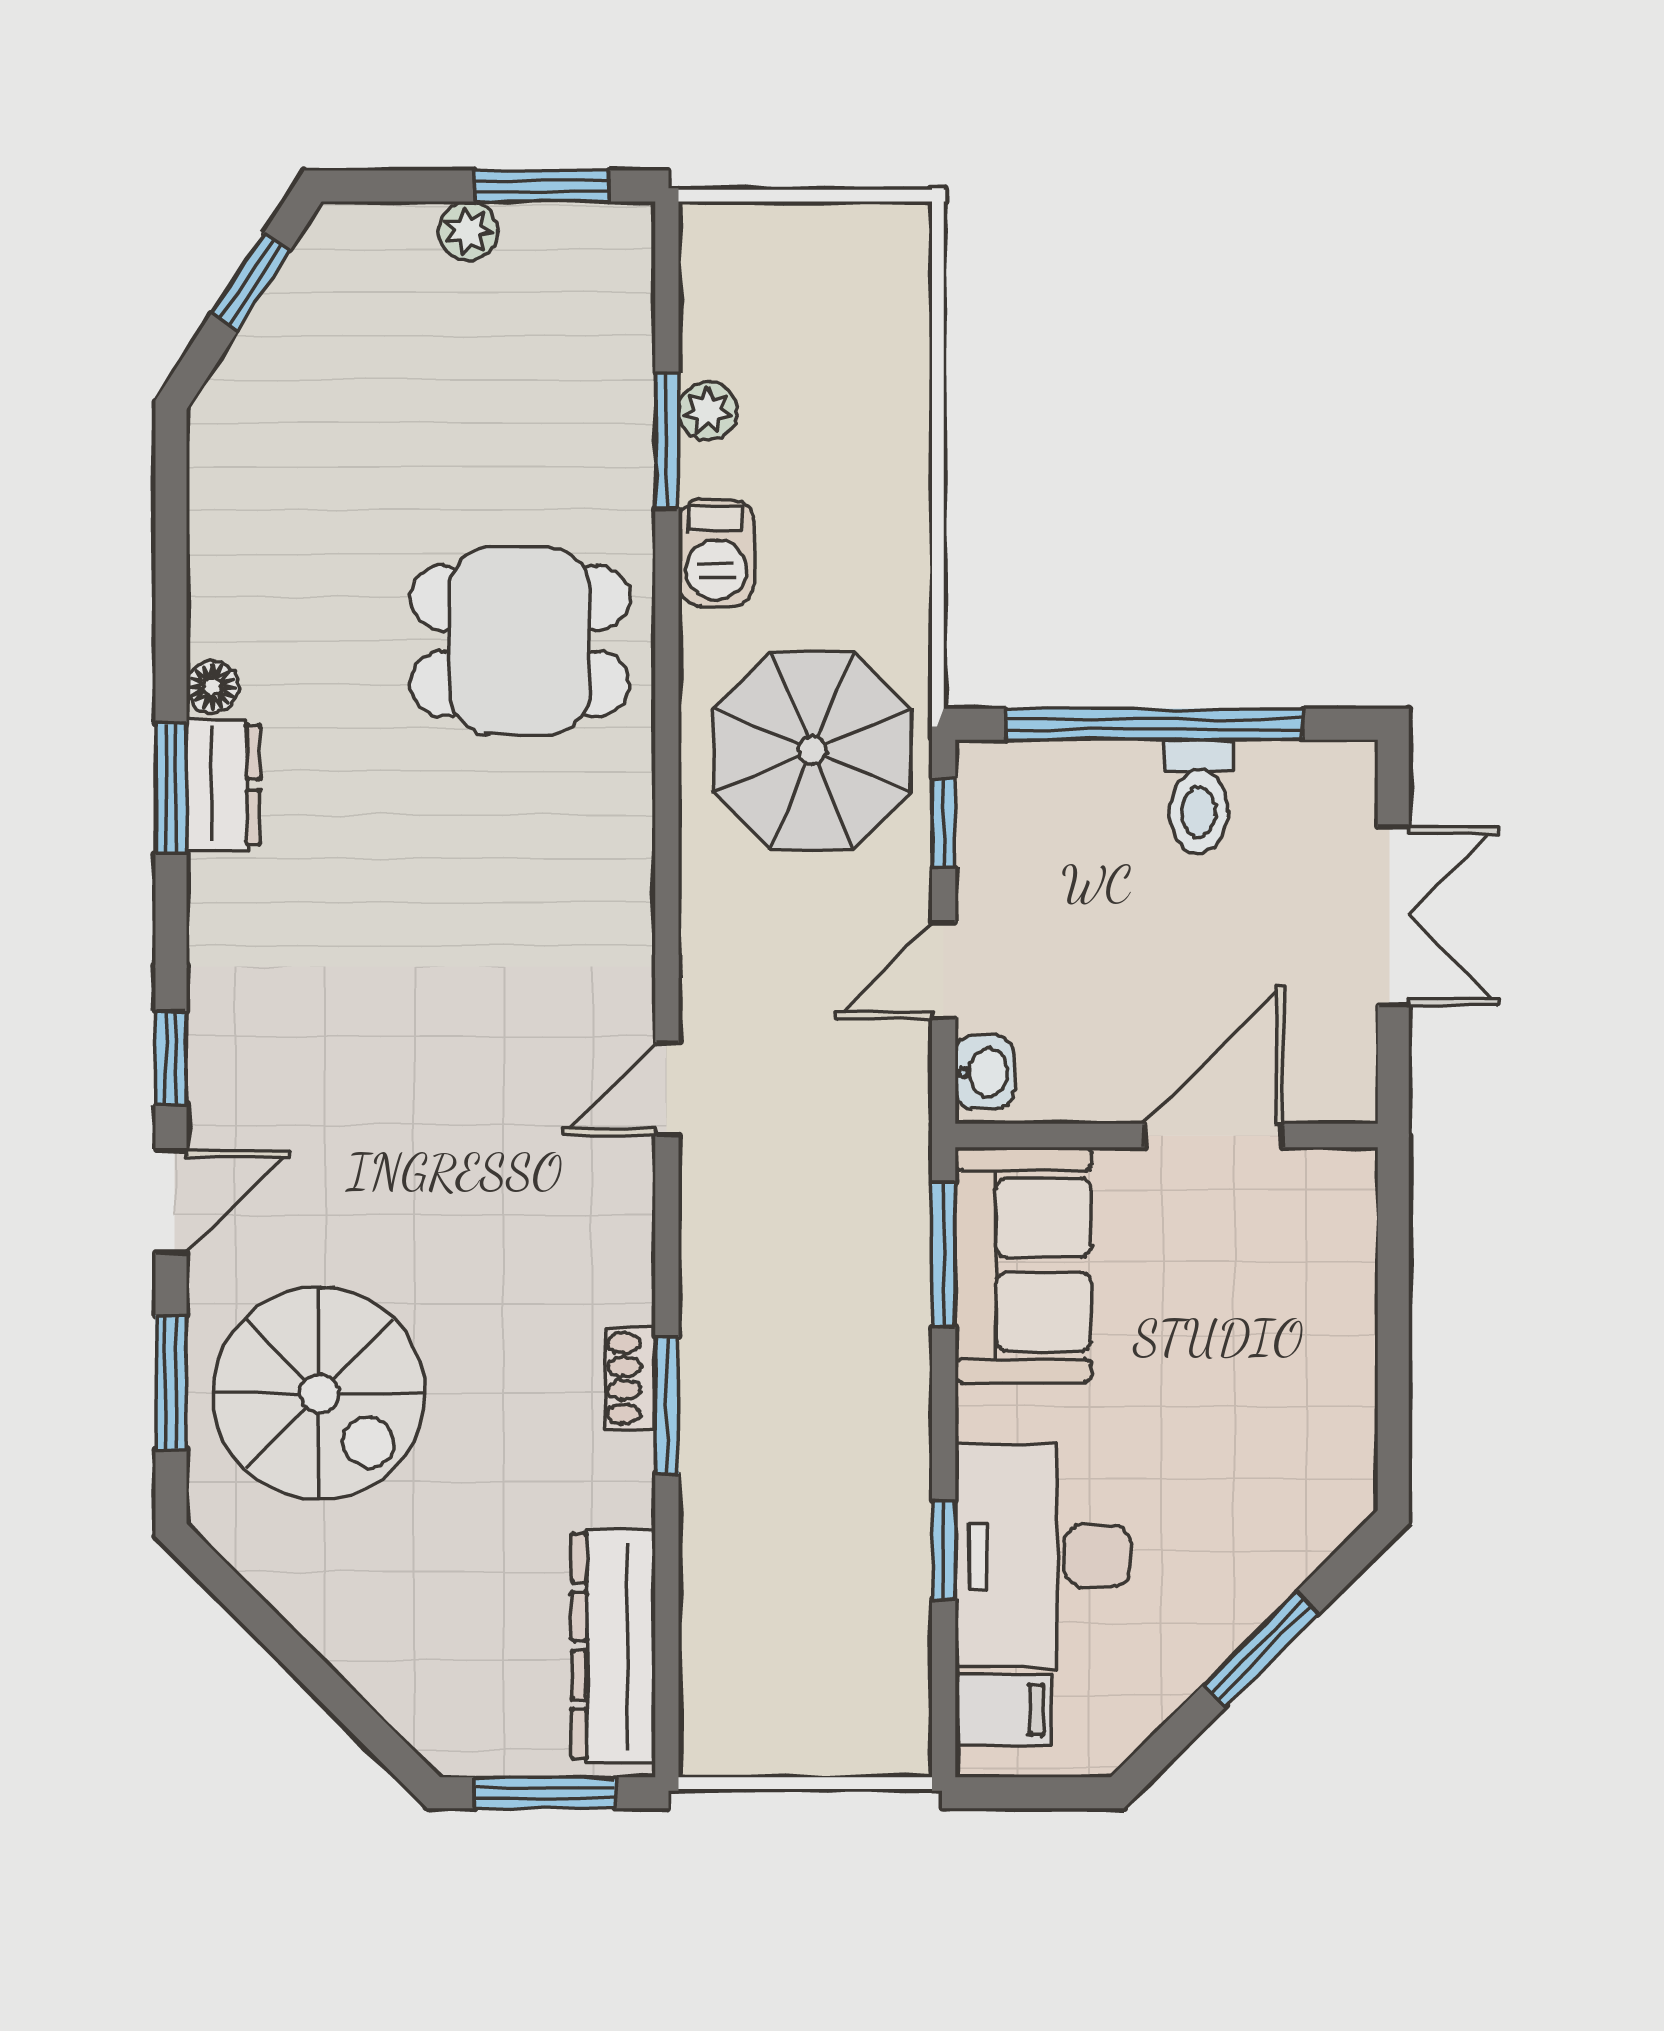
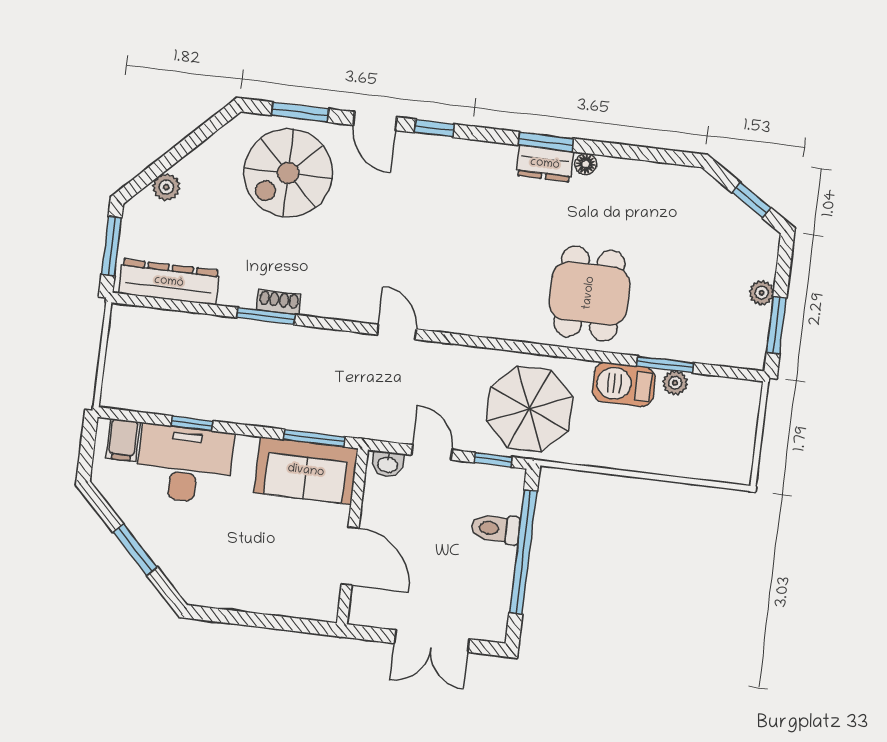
barbecue: (716, 553) -> (624, 384), width x1.38, depth x1.27
toilet: (1199, 796) -> (496, 529), moved
plant: (388, 1679) -> (166, 187), added

